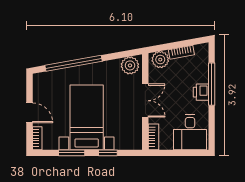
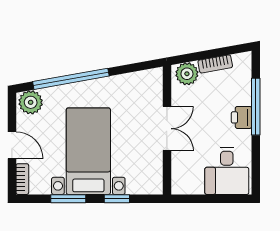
plant: (130, 65) -> (31, 102), moved
bookcase: (154, 137) -> (178, 177), removed

